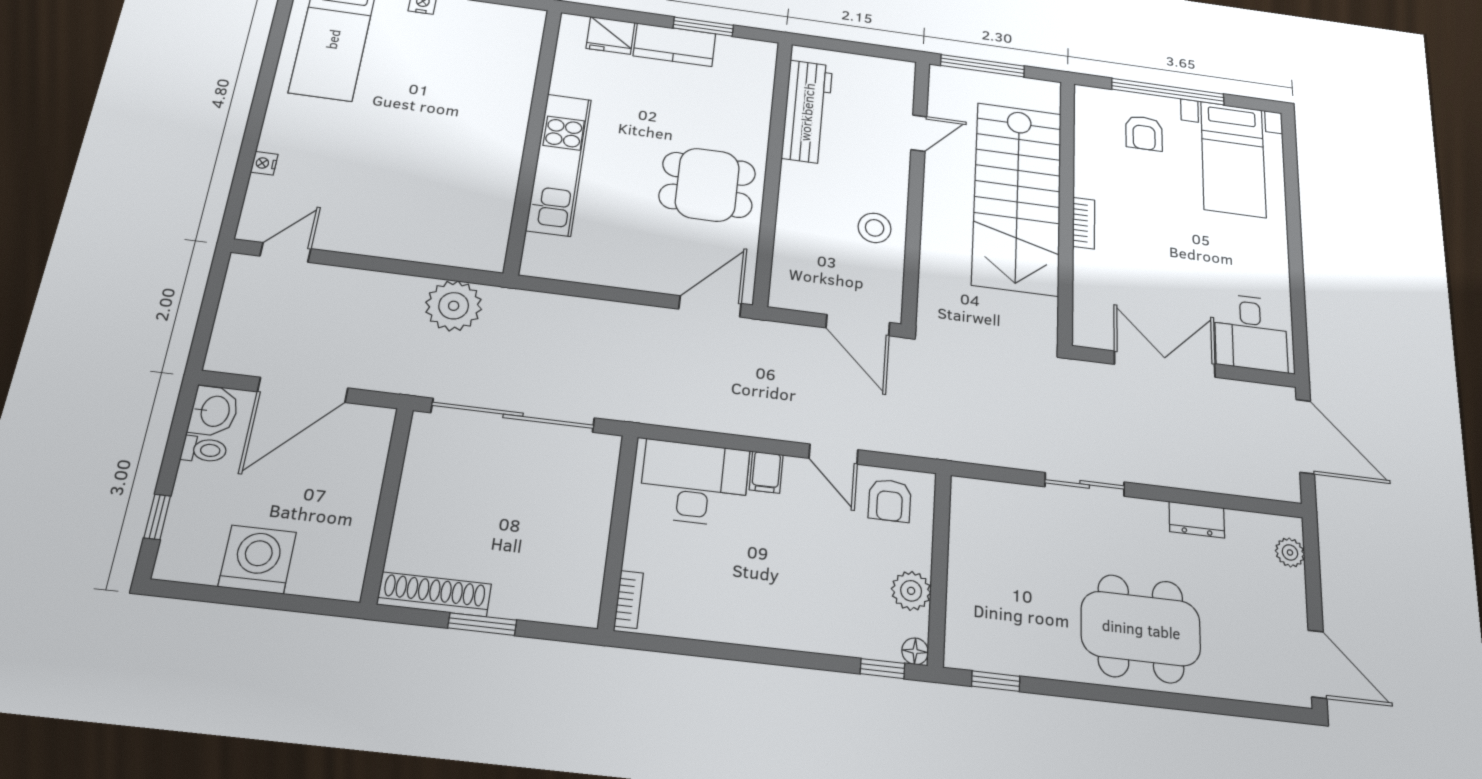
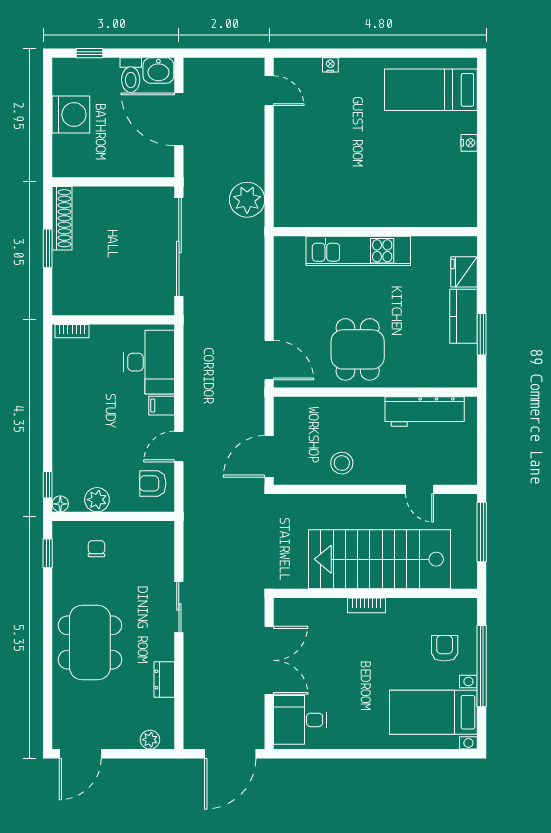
armchair: (1144, 133) -> (445, 648), turned 90
toilet: (204, 450) -> (131, 75), width x1.37, depth x1.39
chair: (990, 601) -> (96, 549), added

